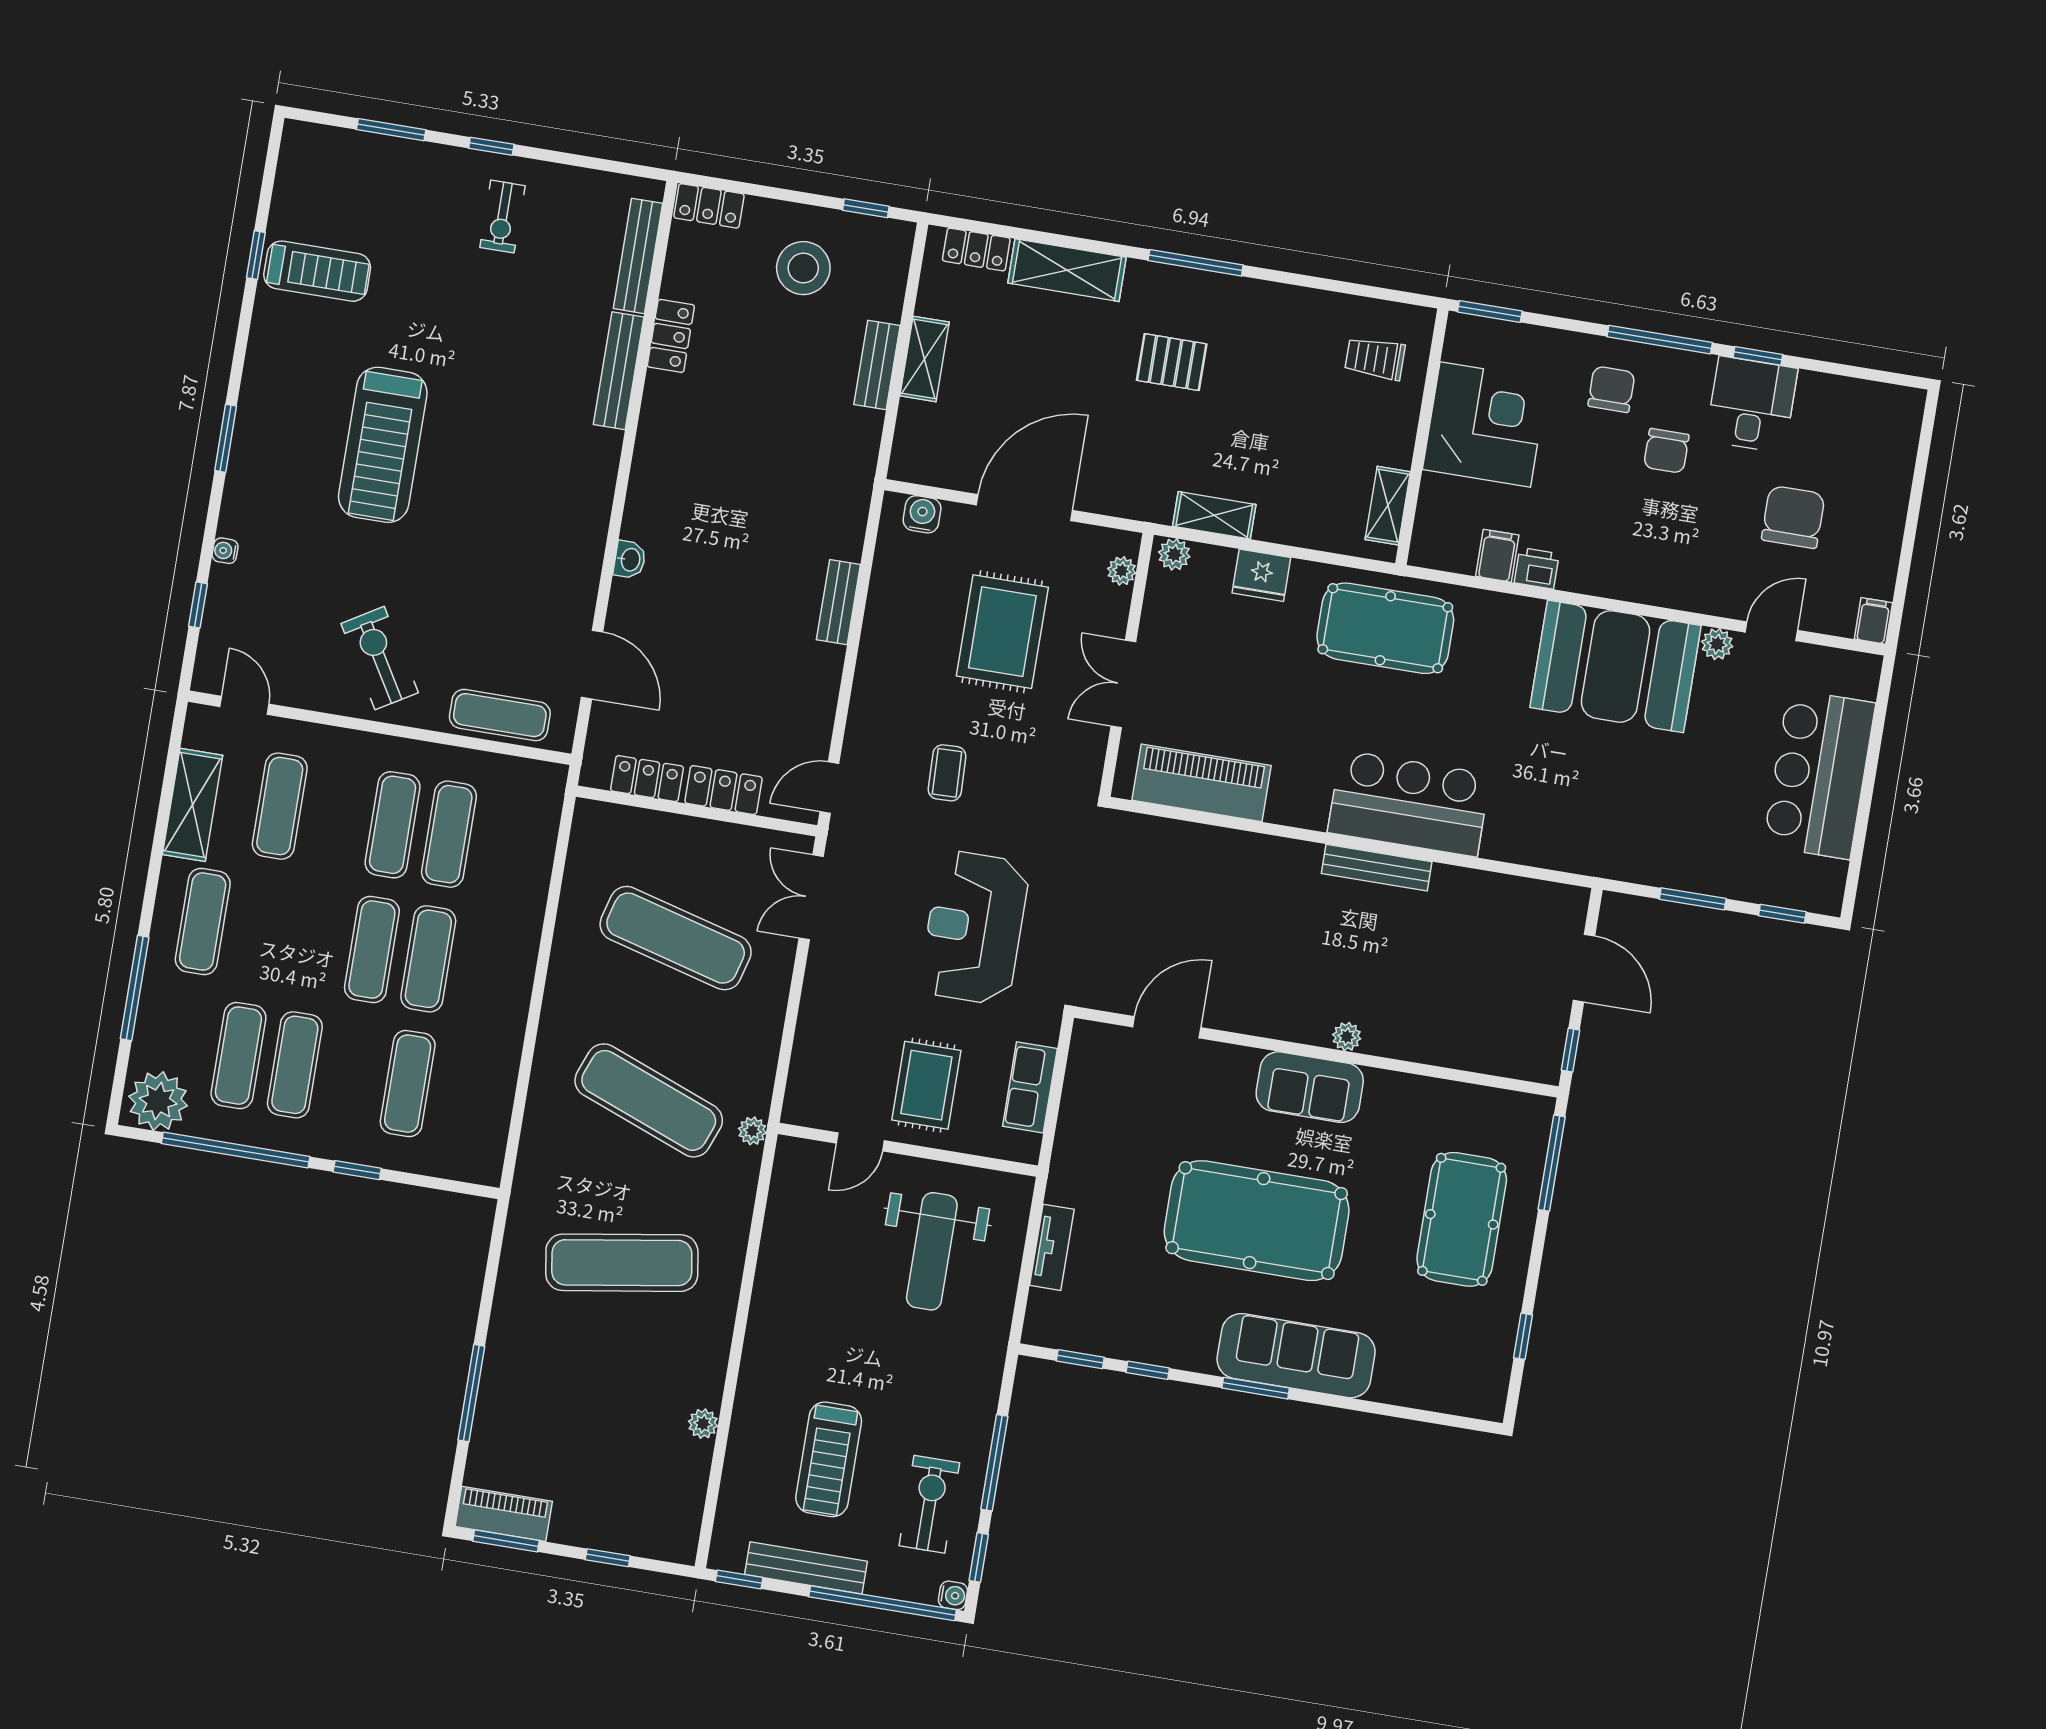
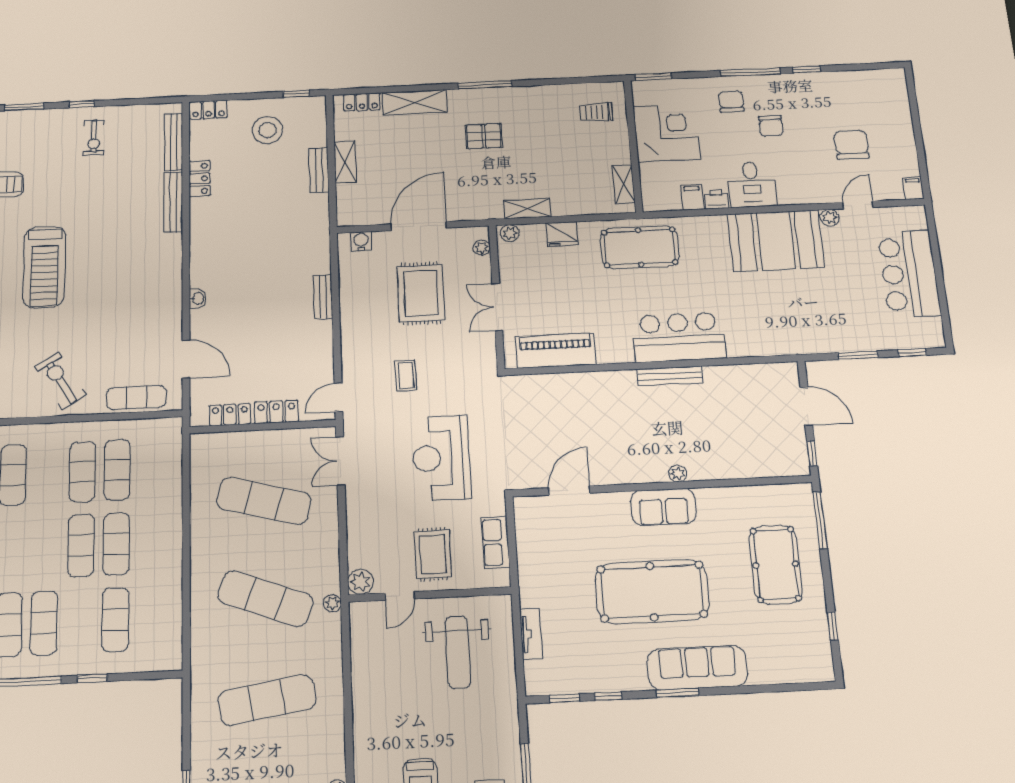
desk: (1752, 404) -> (751, 184), moved, turned 180
plant: (803, 1106) -> (361, 582), added

